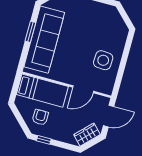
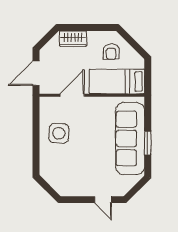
wardrobe: (87, 135) -> (73, 39), moved, turned 45
window: (44, 140) -> (100, 28), removed

